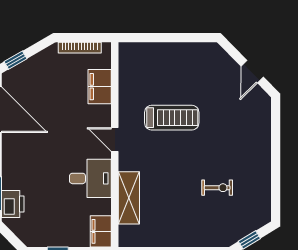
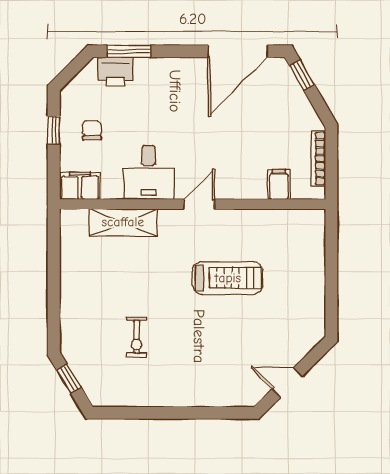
filing cabinet: (100, 87) -> (279, 185), width x0.50
treadmill: (172, 118) -> (228, 278), turned -90
chair: (58, 222) -> (92, 130), added

